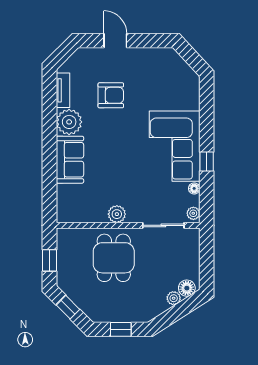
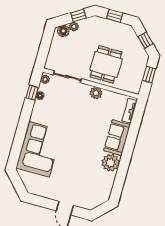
tv unit: (63, 90) -> (129, 111), moved
armchair: (111, 95) -> (78, 173), removed
corner sofa: (175, 146) -> (39, 149), moved
window: (207, 162) -> (32, 93), moved
window: (172, 316) -> (78, 15), added

